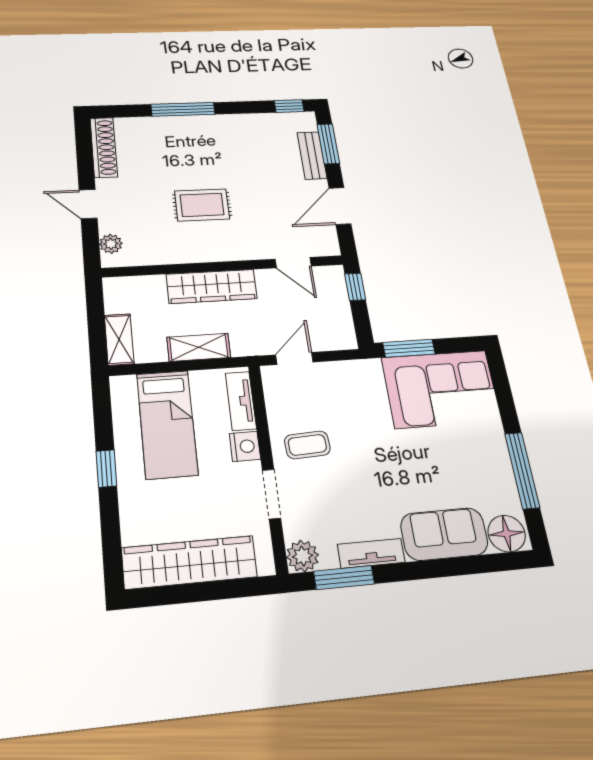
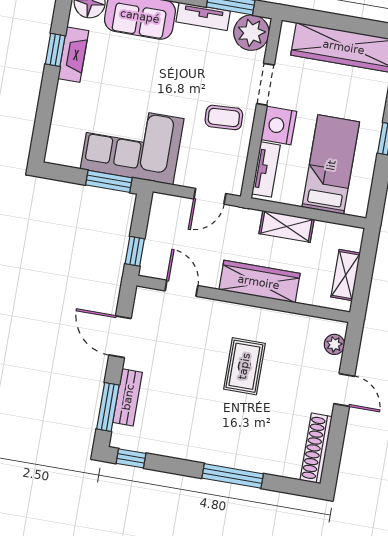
rug: (202, 205) -> (244, 366), turned 90
door: (340, 206) -> (120, 337), swing flipped
shelving: (119, 339) -> (346, 275), moved
corner sofa: (441, 389) -> (132, 144), moved
nightstand: (245, 446) -> (279, 125), width x1.36, depth x1.33
fireplace: (501, 470) -> (73, 55), added
window: (522, 470) -> (55, 50), width x0.46
plant: (303, 556) -> (251, 33), width x1.36, depth x1.36

